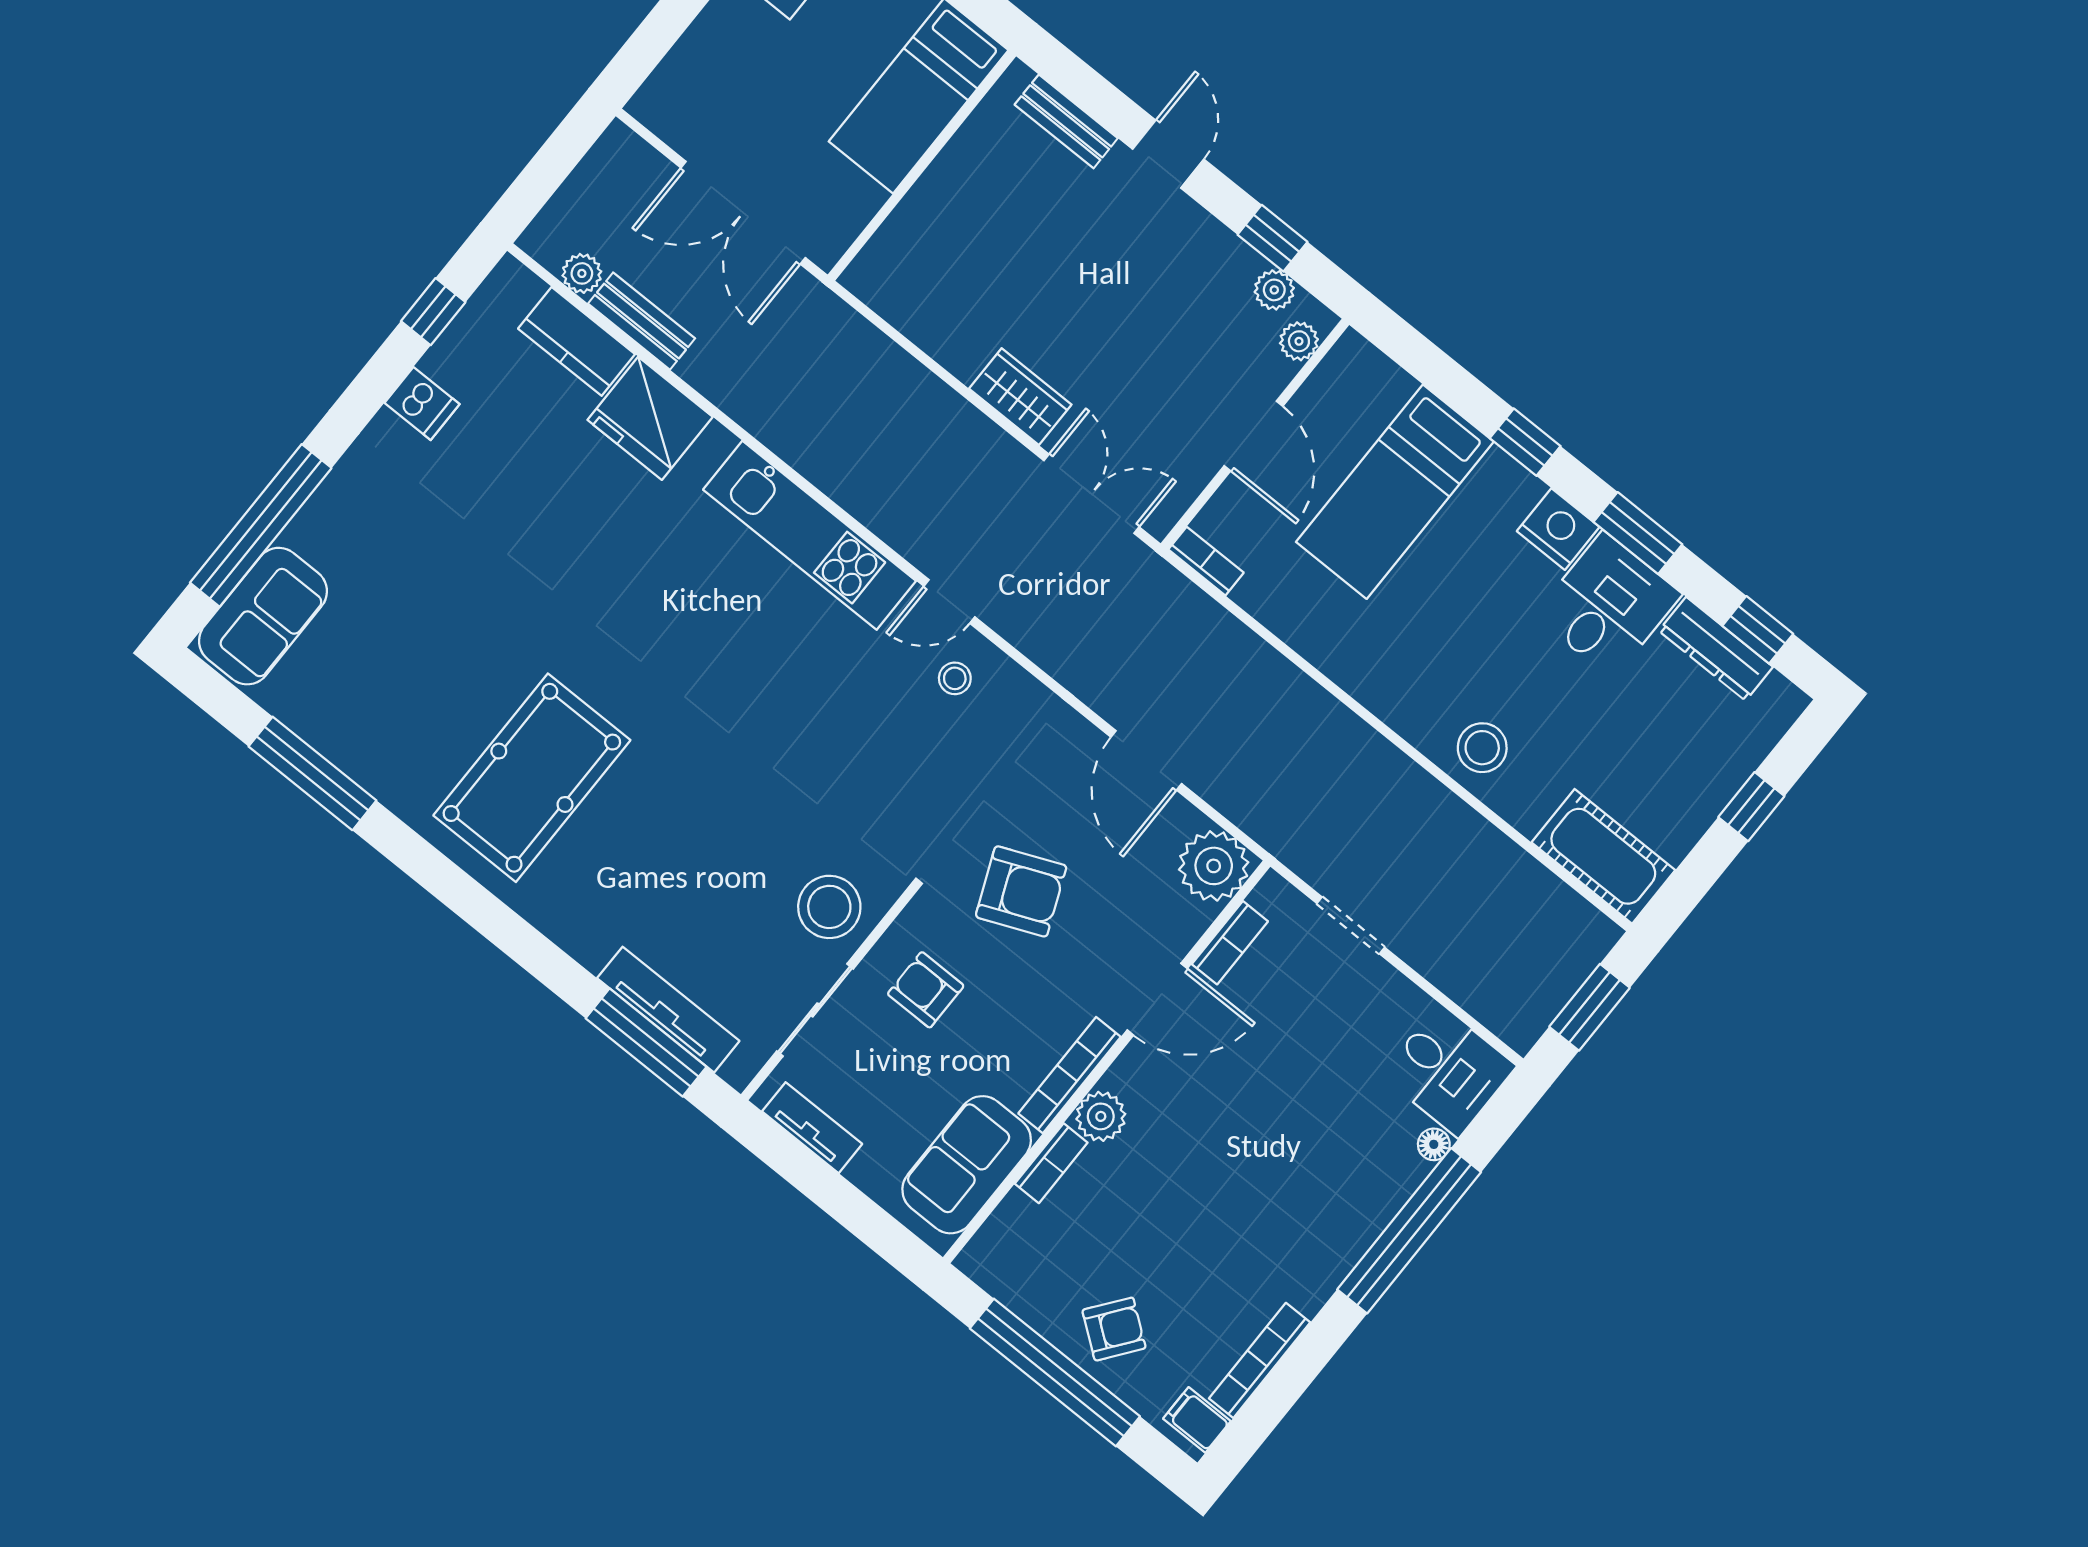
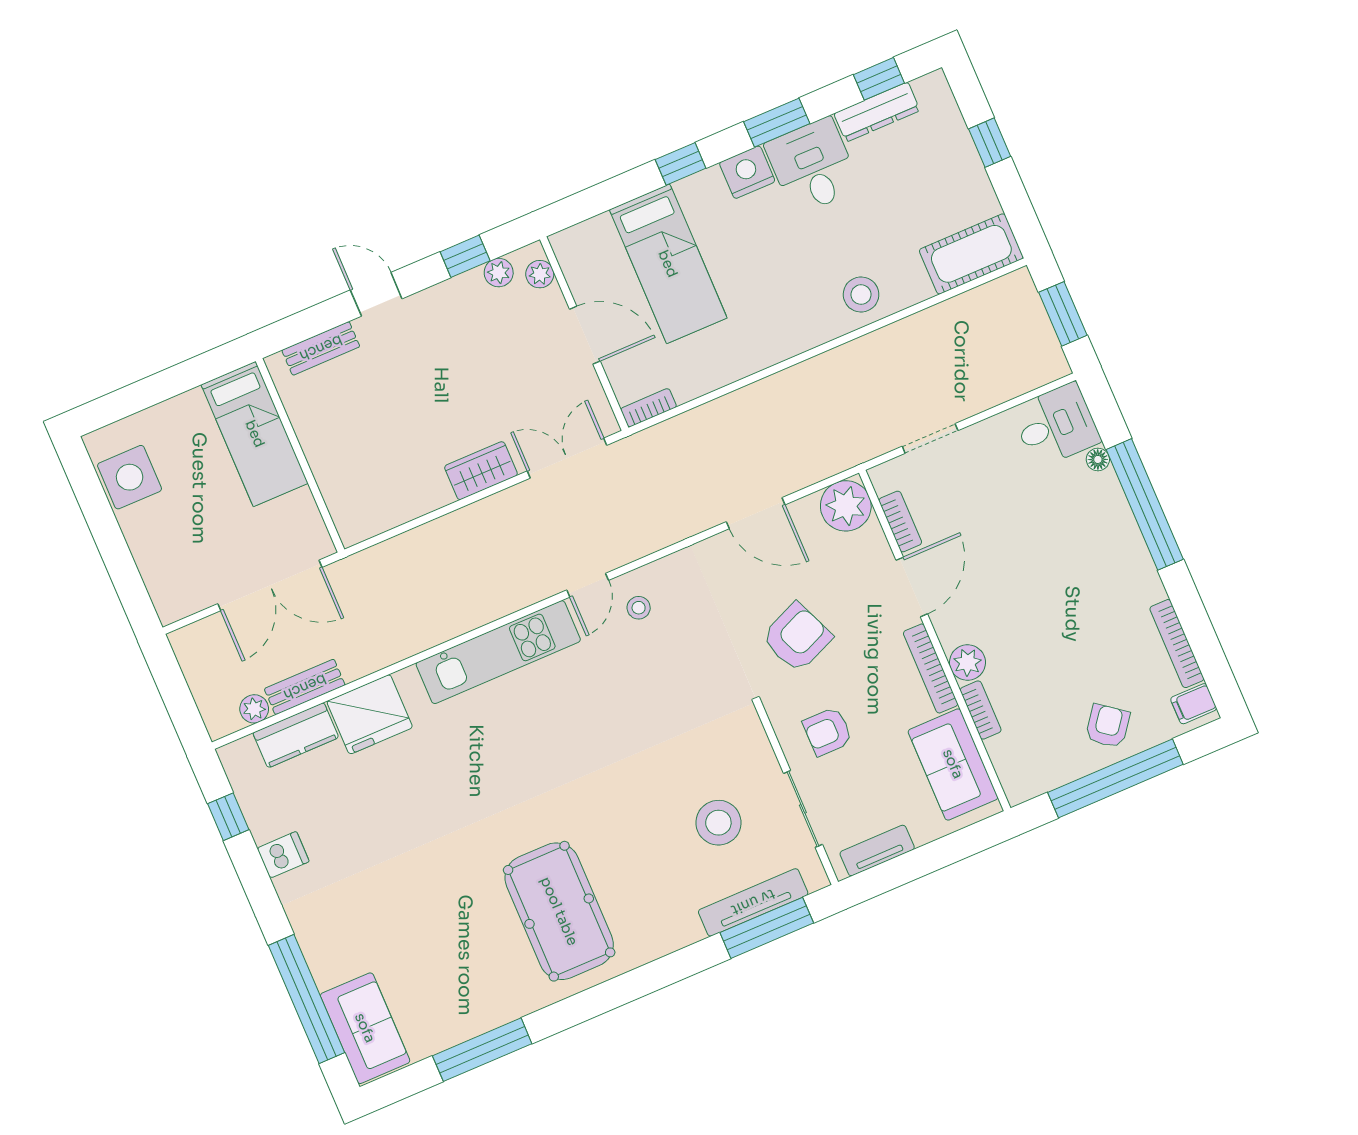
stool: (829, 907) -> (718, 823), moved

